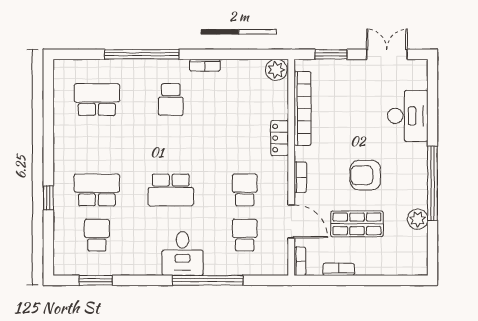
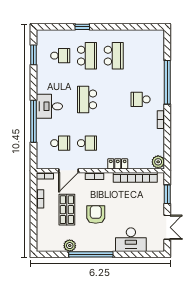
school desk: (97, 100) -> (114, 56), moved

